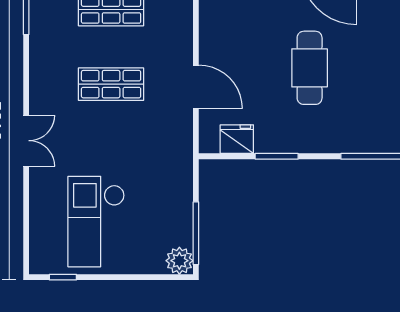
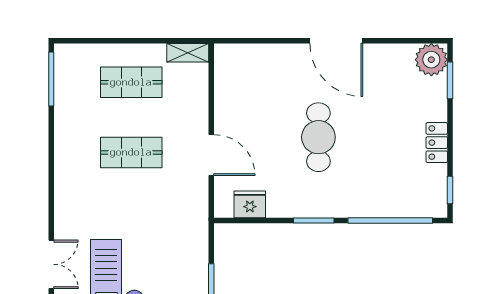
double door: (26, 141) -> (51, 264), moved
window: (277, 156) -> (314, 221), moved

